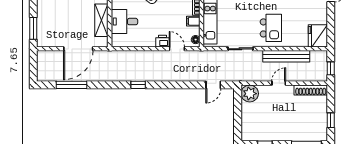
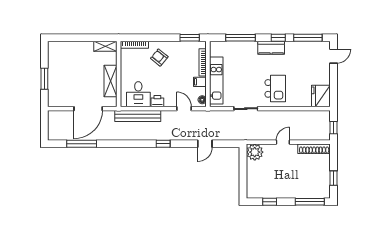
desk: (124, 22) -> (138, 94), moved, turned -90
window: (33, 28) -> (44, 79), moved
printer: (163, 41) -> (157, 101), moved
bench: (286, 56) -> (138, 116), moved
window: (138, 85) -> (163, 144), moved
door: (213, 85) -> (205, 144), moved

